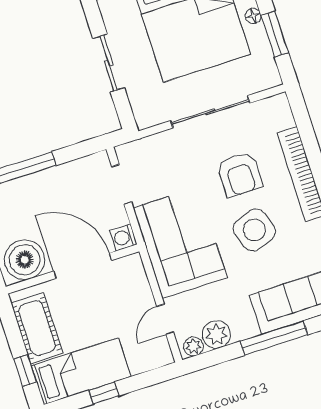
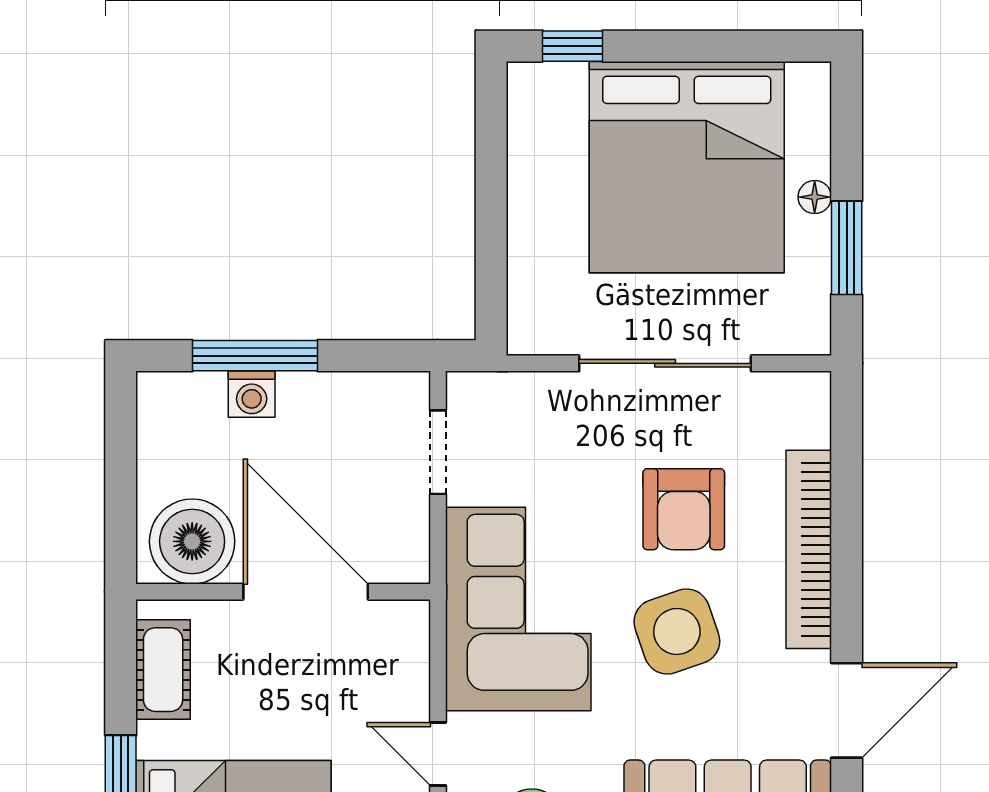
sliding door: (109, 63) -> (491, 198), removed
washing machine: (123, 237) -> (252, 394), moved, turned -90
door: (165, 319) -> (438, 754), hinge flipped
cot: (37, 328) -> (163, 670), width x0.73, depth x0.75

